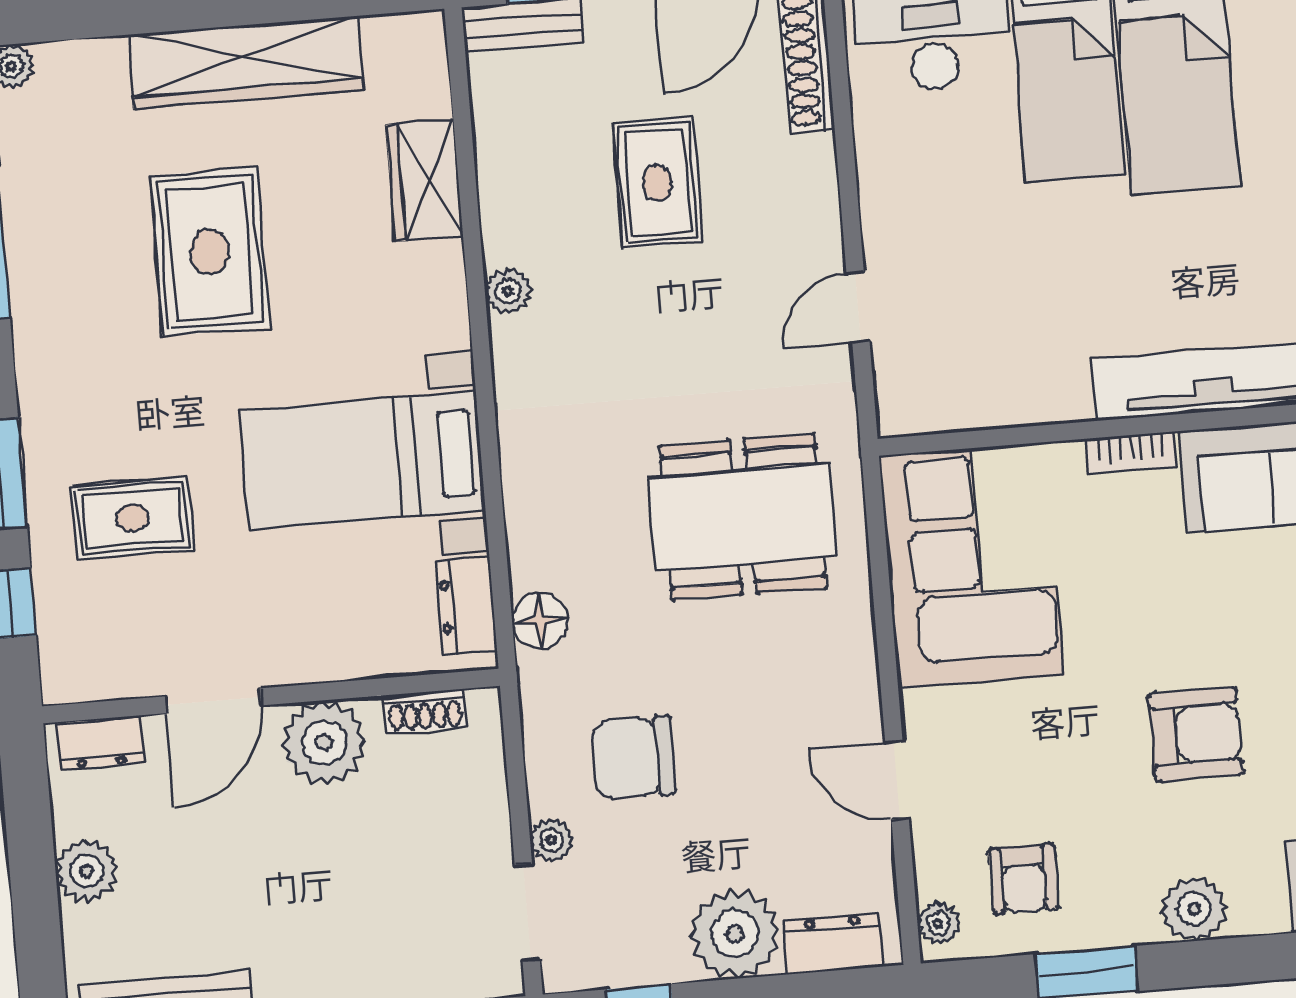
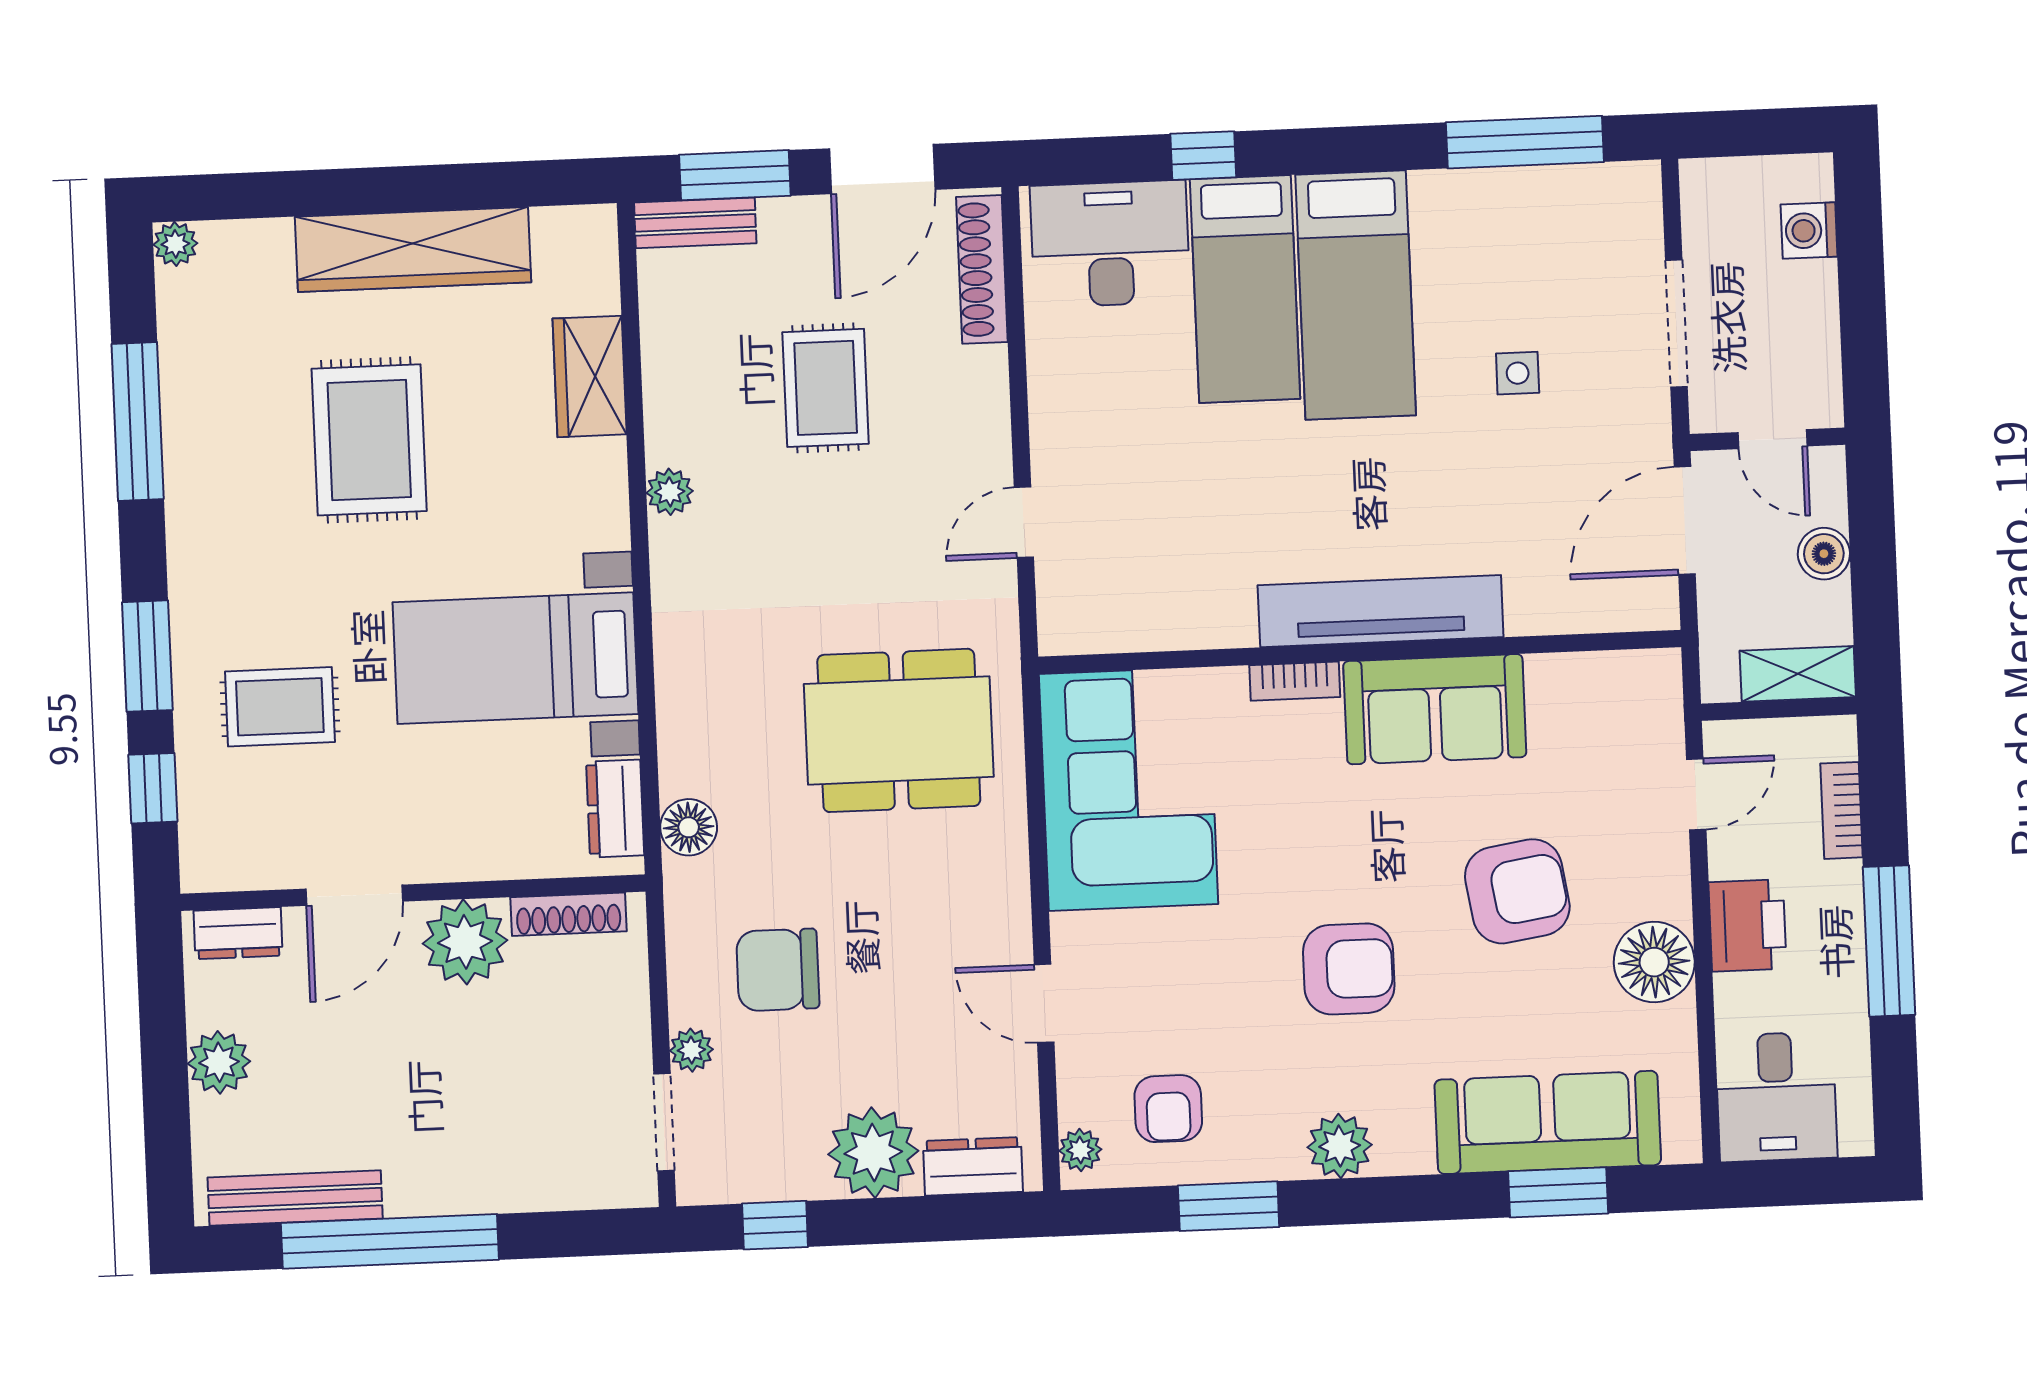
shoe rack: (425, 711) -> (568, 914), width x1.43

